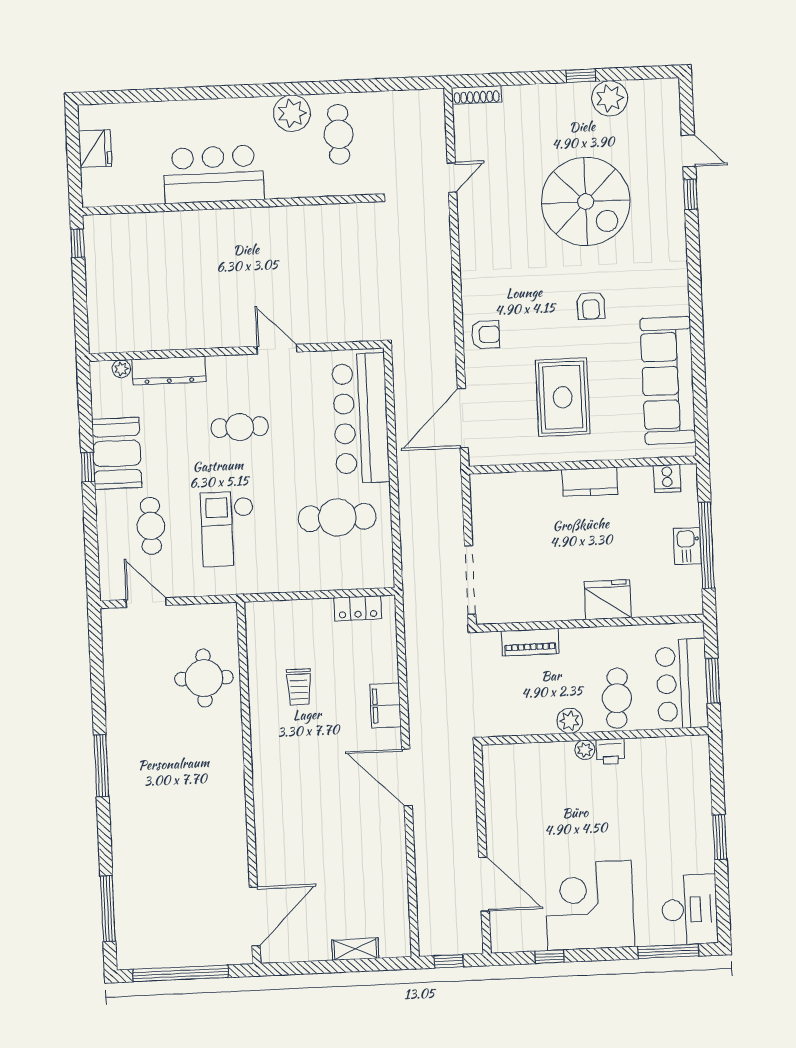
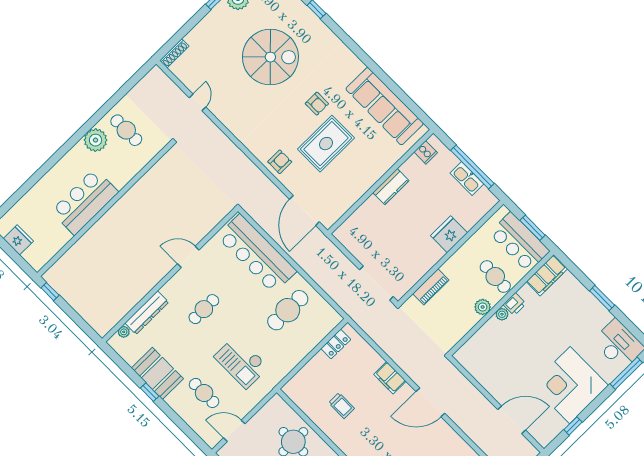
rug: (563, 397) -> (326, 144), moved, turned 90
kitchen sink: (687, 546) -> (467, 179), width x1.38
filing cabinet: (679, 752) -> (547, 275), added

